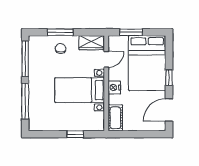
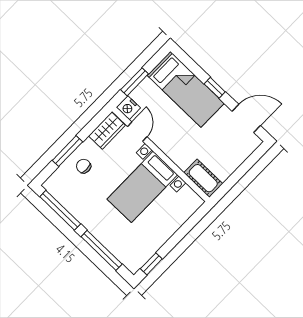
bed: (147, 63) -> (186, 89), width x0.67
nightstand: (114, 88) -> (128, 108), moved
door: (169, 110) -> (246, 118), swing flipped
window: (75, 134) -> (151, 264), moved

